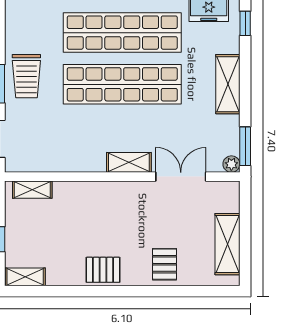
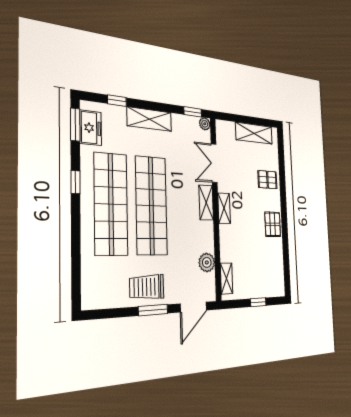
window: (245, 23) -> (117, 101), moved
trolley: (26, 76) -> (147, 287), turned 180
window: (245, 146) -> (193, 112), width x0.67
plant: (53, 160) -> (207, 262), added
shelving: (25, 277) -> (224, 208), moved

